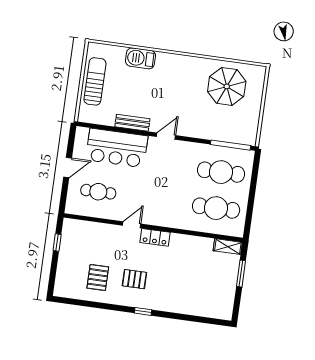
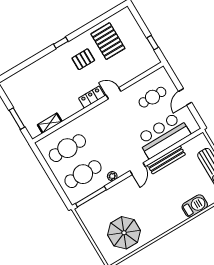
bench: (132, 123) -> (166, 160), width x1.36
plant: (195, 148) -> (112, 176), added
door: (132, 225) -> (114, 93), swing flipped
shelving: (228, 247) -> (50, 123), moved
pallet: (98, 278) -> (108, 41), width x1.50, depth x1.42

